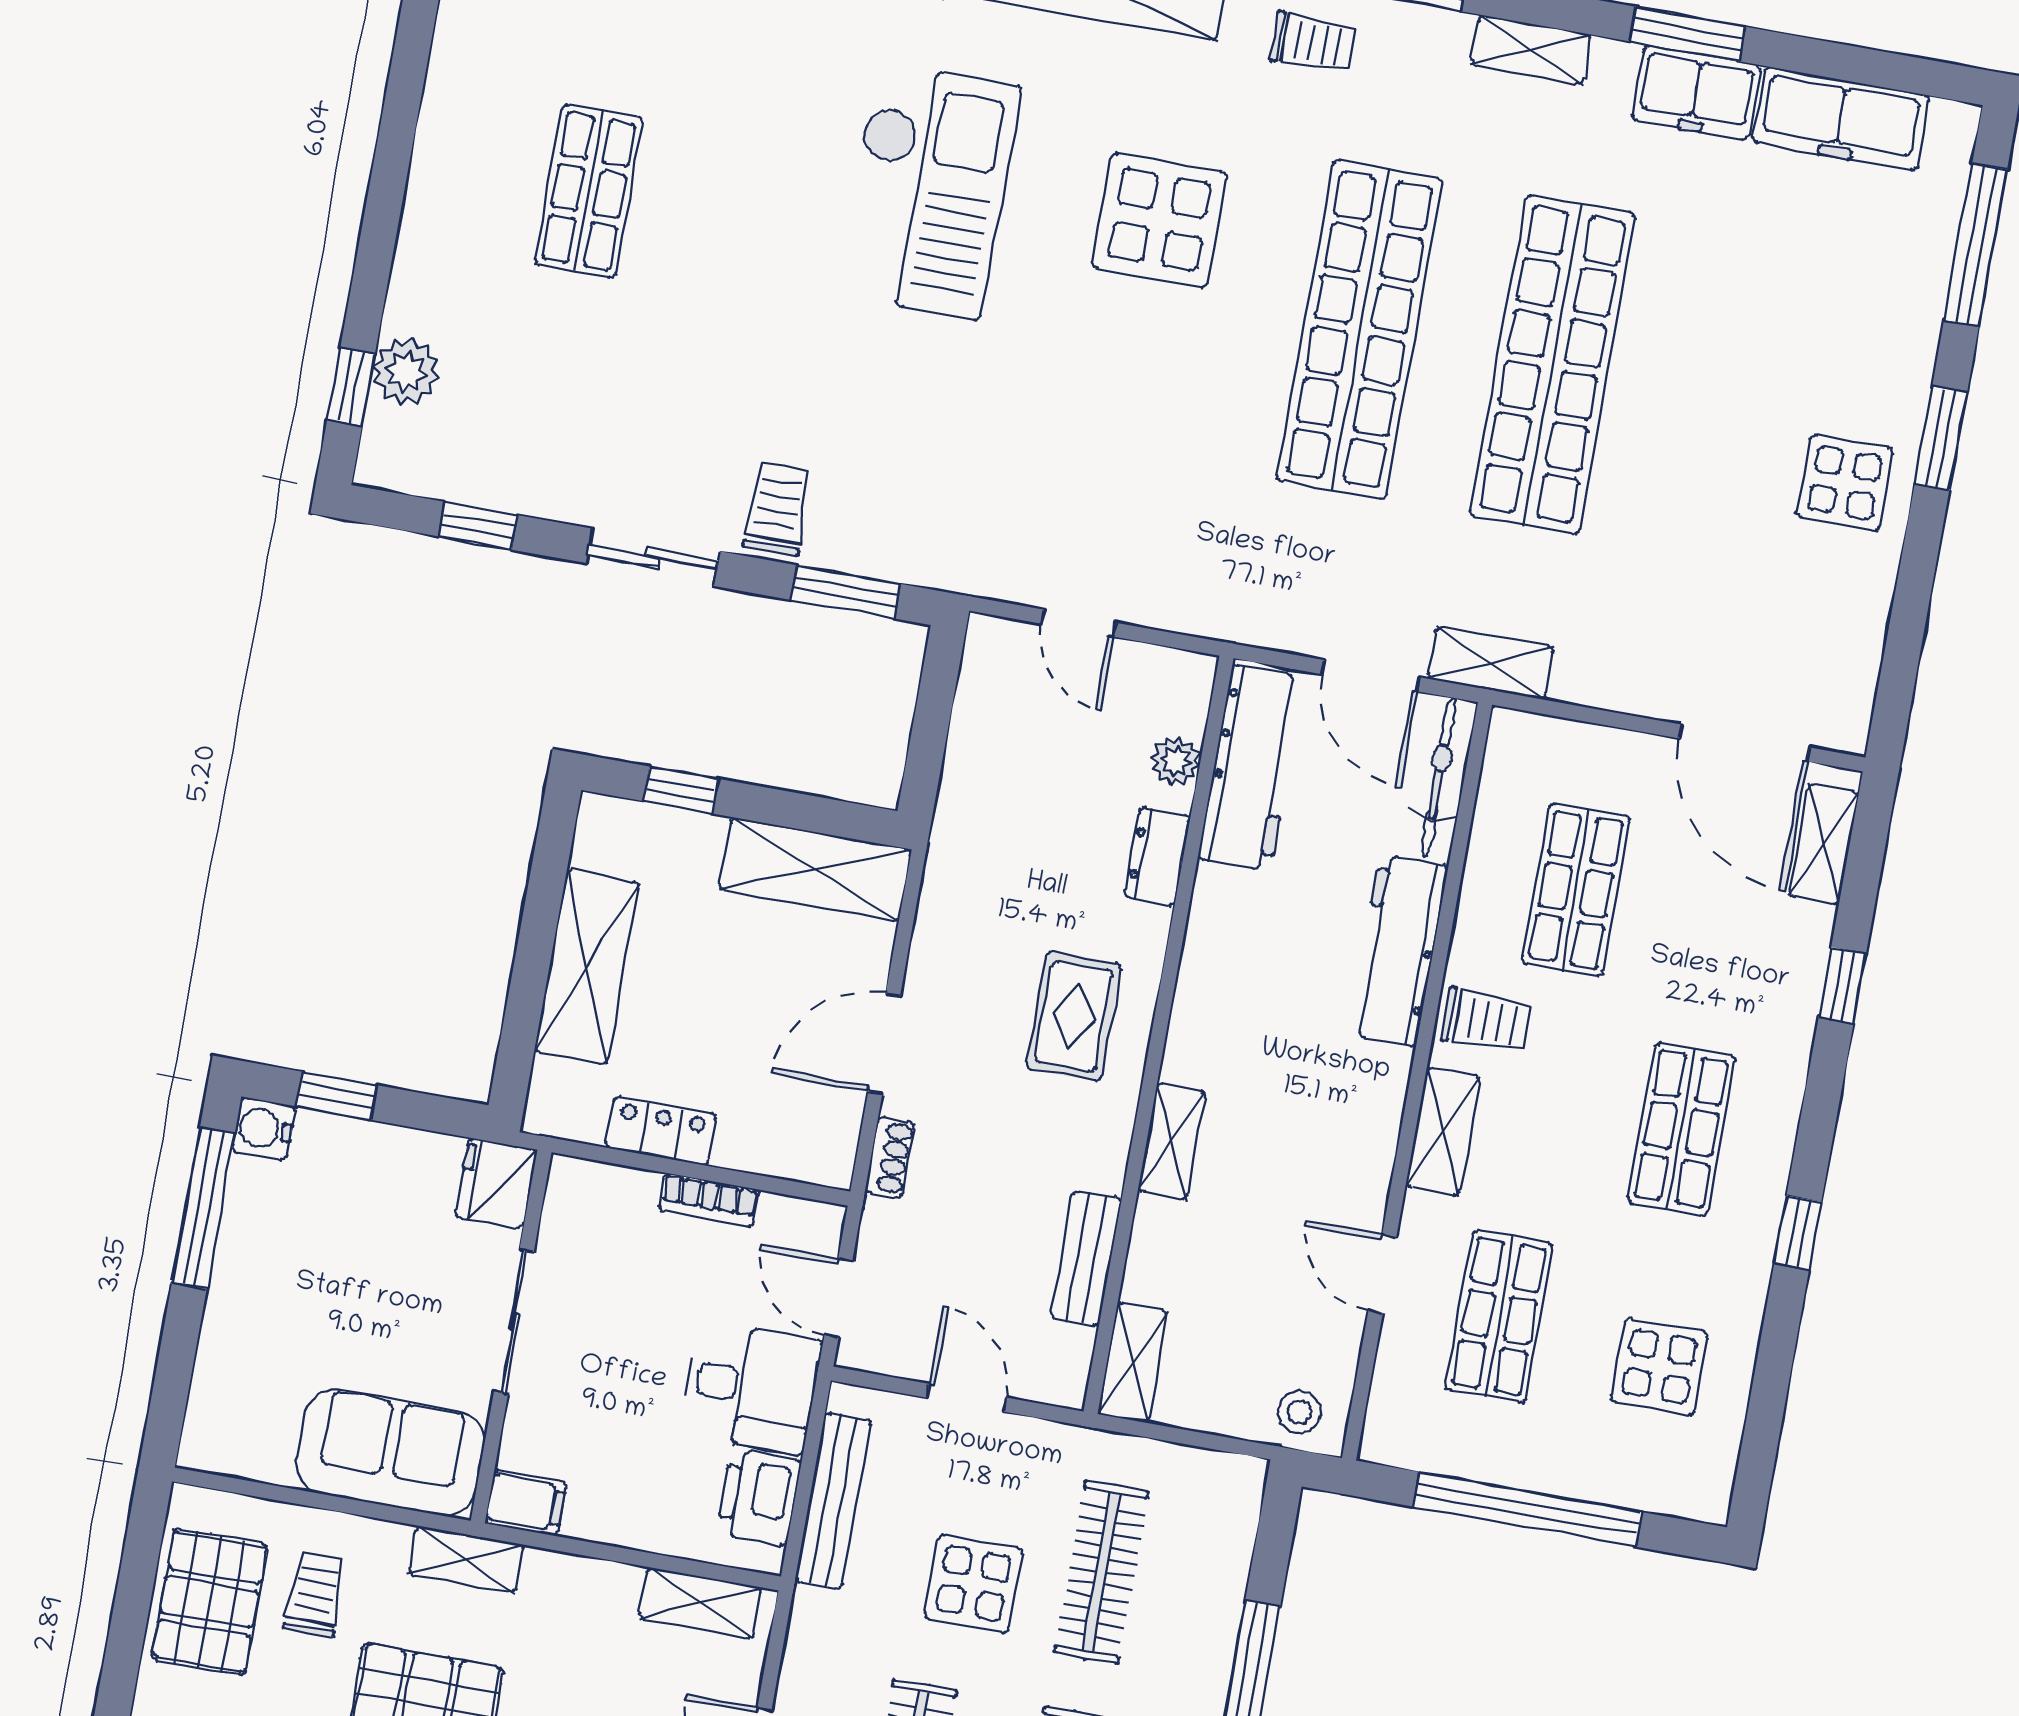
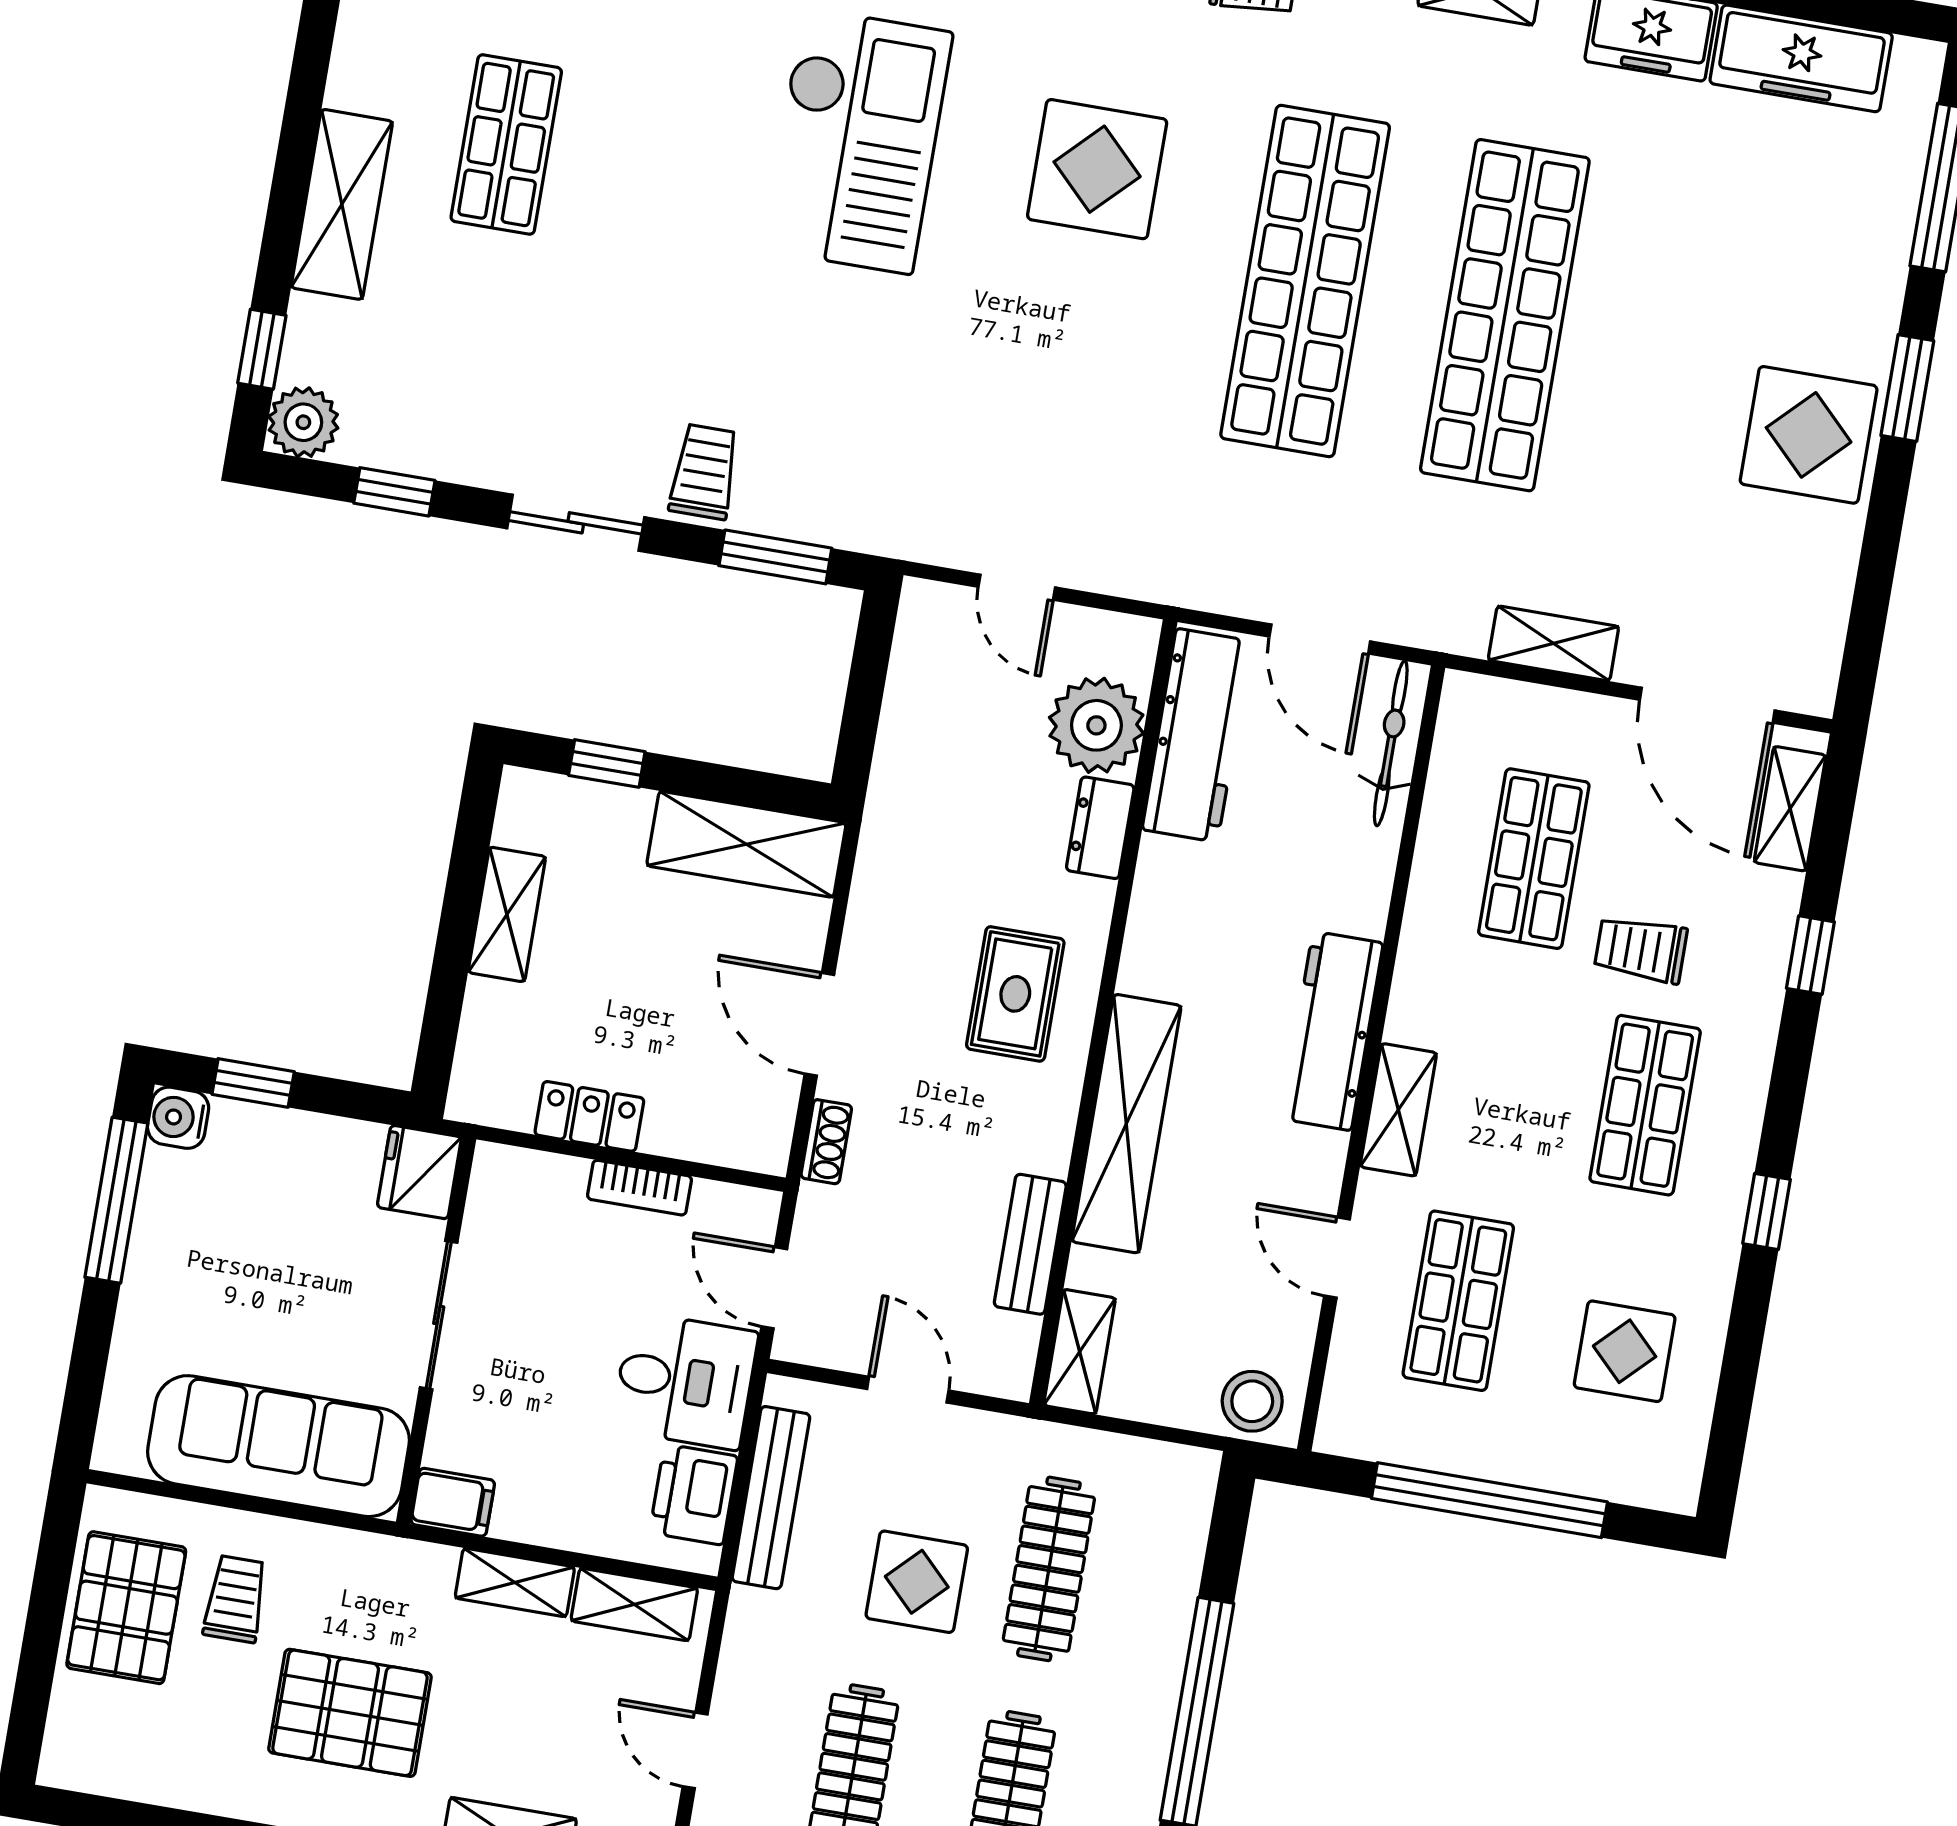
shelving: (430, 248) -> (342, 204), added
plant: (406, 372) -> (303, 422), moved
display table: (1845, 483) -> (1809, 435), width x1.36, depth x1.36
shelving: (1491, 663) -> (1553, 643), moved
plant: (1176, 761) -> (1096, 725), width x1.87, depth x1.87
workbench: (1398, 950) -> (1332, 1031), moved
shelving: (587, 967) -> (507, 914), width x0.67, depth x0.75
trolley: (1486, 1020) -> (1641, 949), moved, turned 180
door: (884, 1044) -> (819, 1024), hinge flipped
shelving: (1172, 1141) -> (1126, 1124), width x2.20, depth x1.33
stool: (1299, 1412) -> (1252, 1401), width x1.37, depth x1.37
sofa: (390, 1453) -> (279, 1446), width x1.36
shelving: (466, 1559) -> (515, 1582), moved

